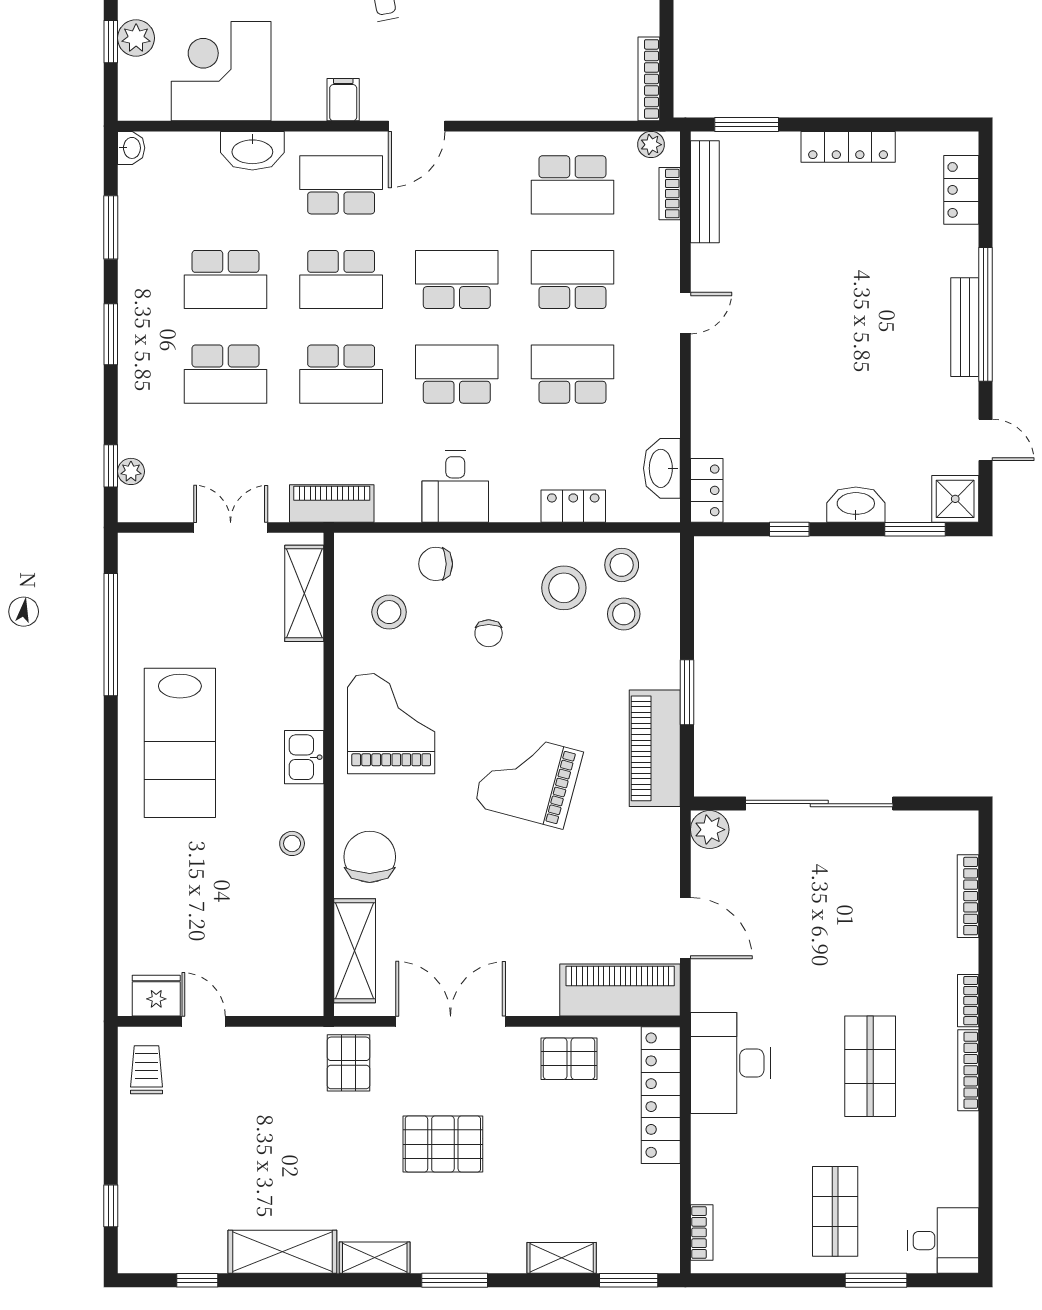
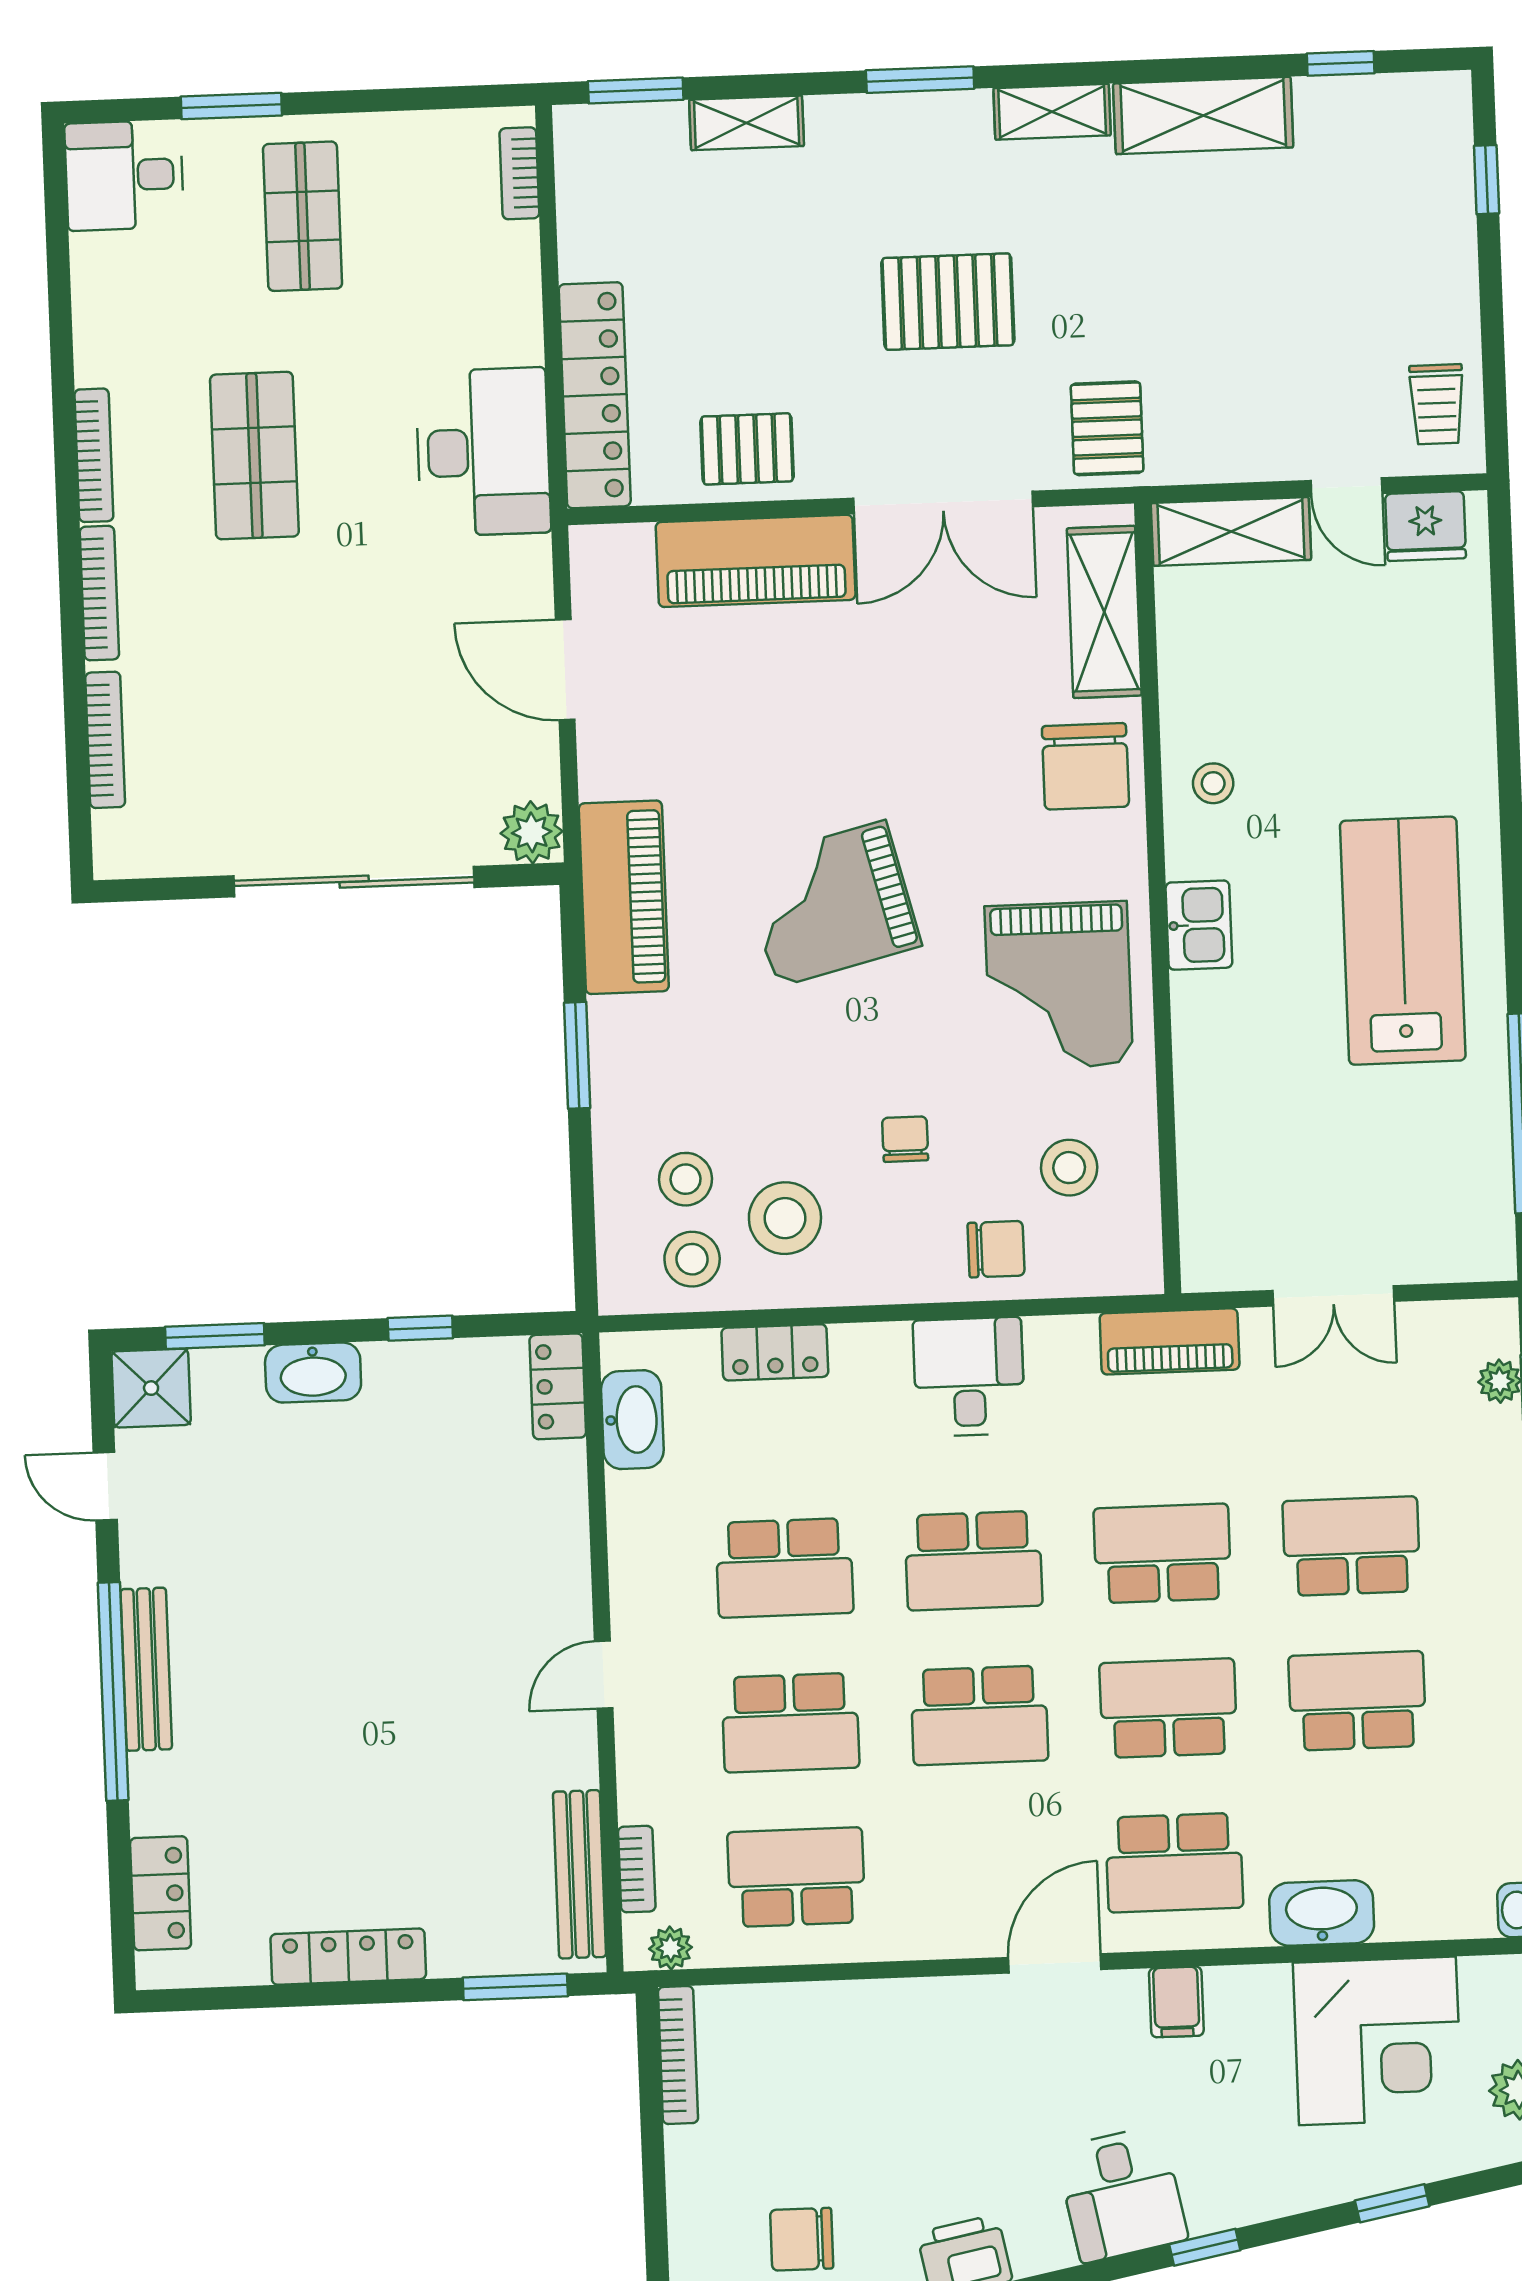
shelving: (304, 593) -> (1231, 531), moved, turned 90
piano: (655, 748) -> (624, 897), moved
grand piano: (528, 779) -> (831, 904), turned 151
piano: (620, 990) -> (756, 561), moved
bookcase: (968, 1001) -> (99, 593), width x1.56

